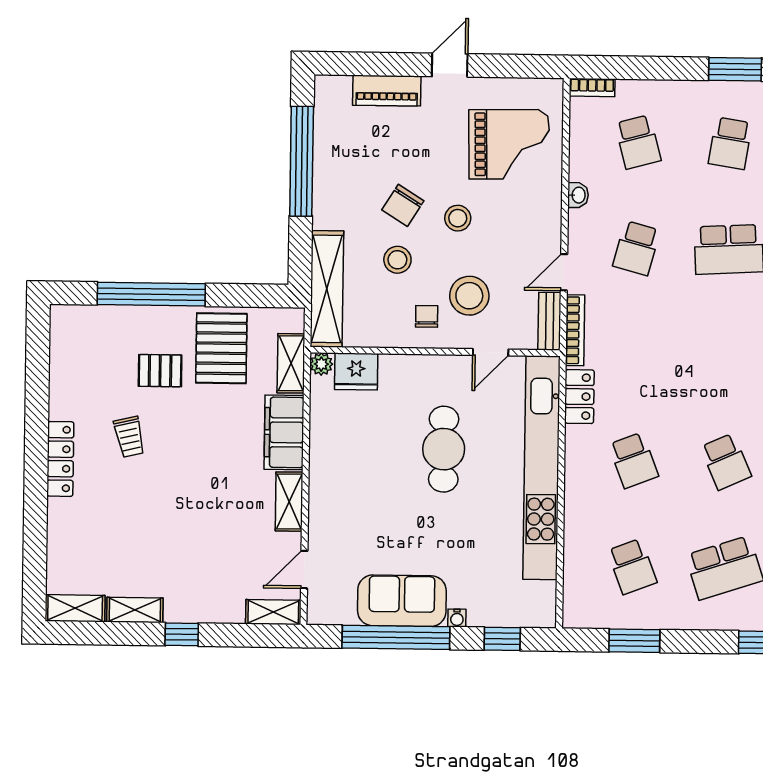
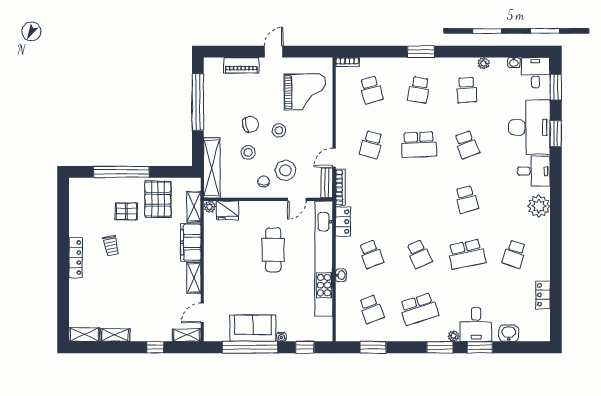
washbasin: (578, 195) -> (341, 275), moved
chair: (403, 205) -> (250, 124), turned -136
window: (182, 634) -> (155, 347), moved

